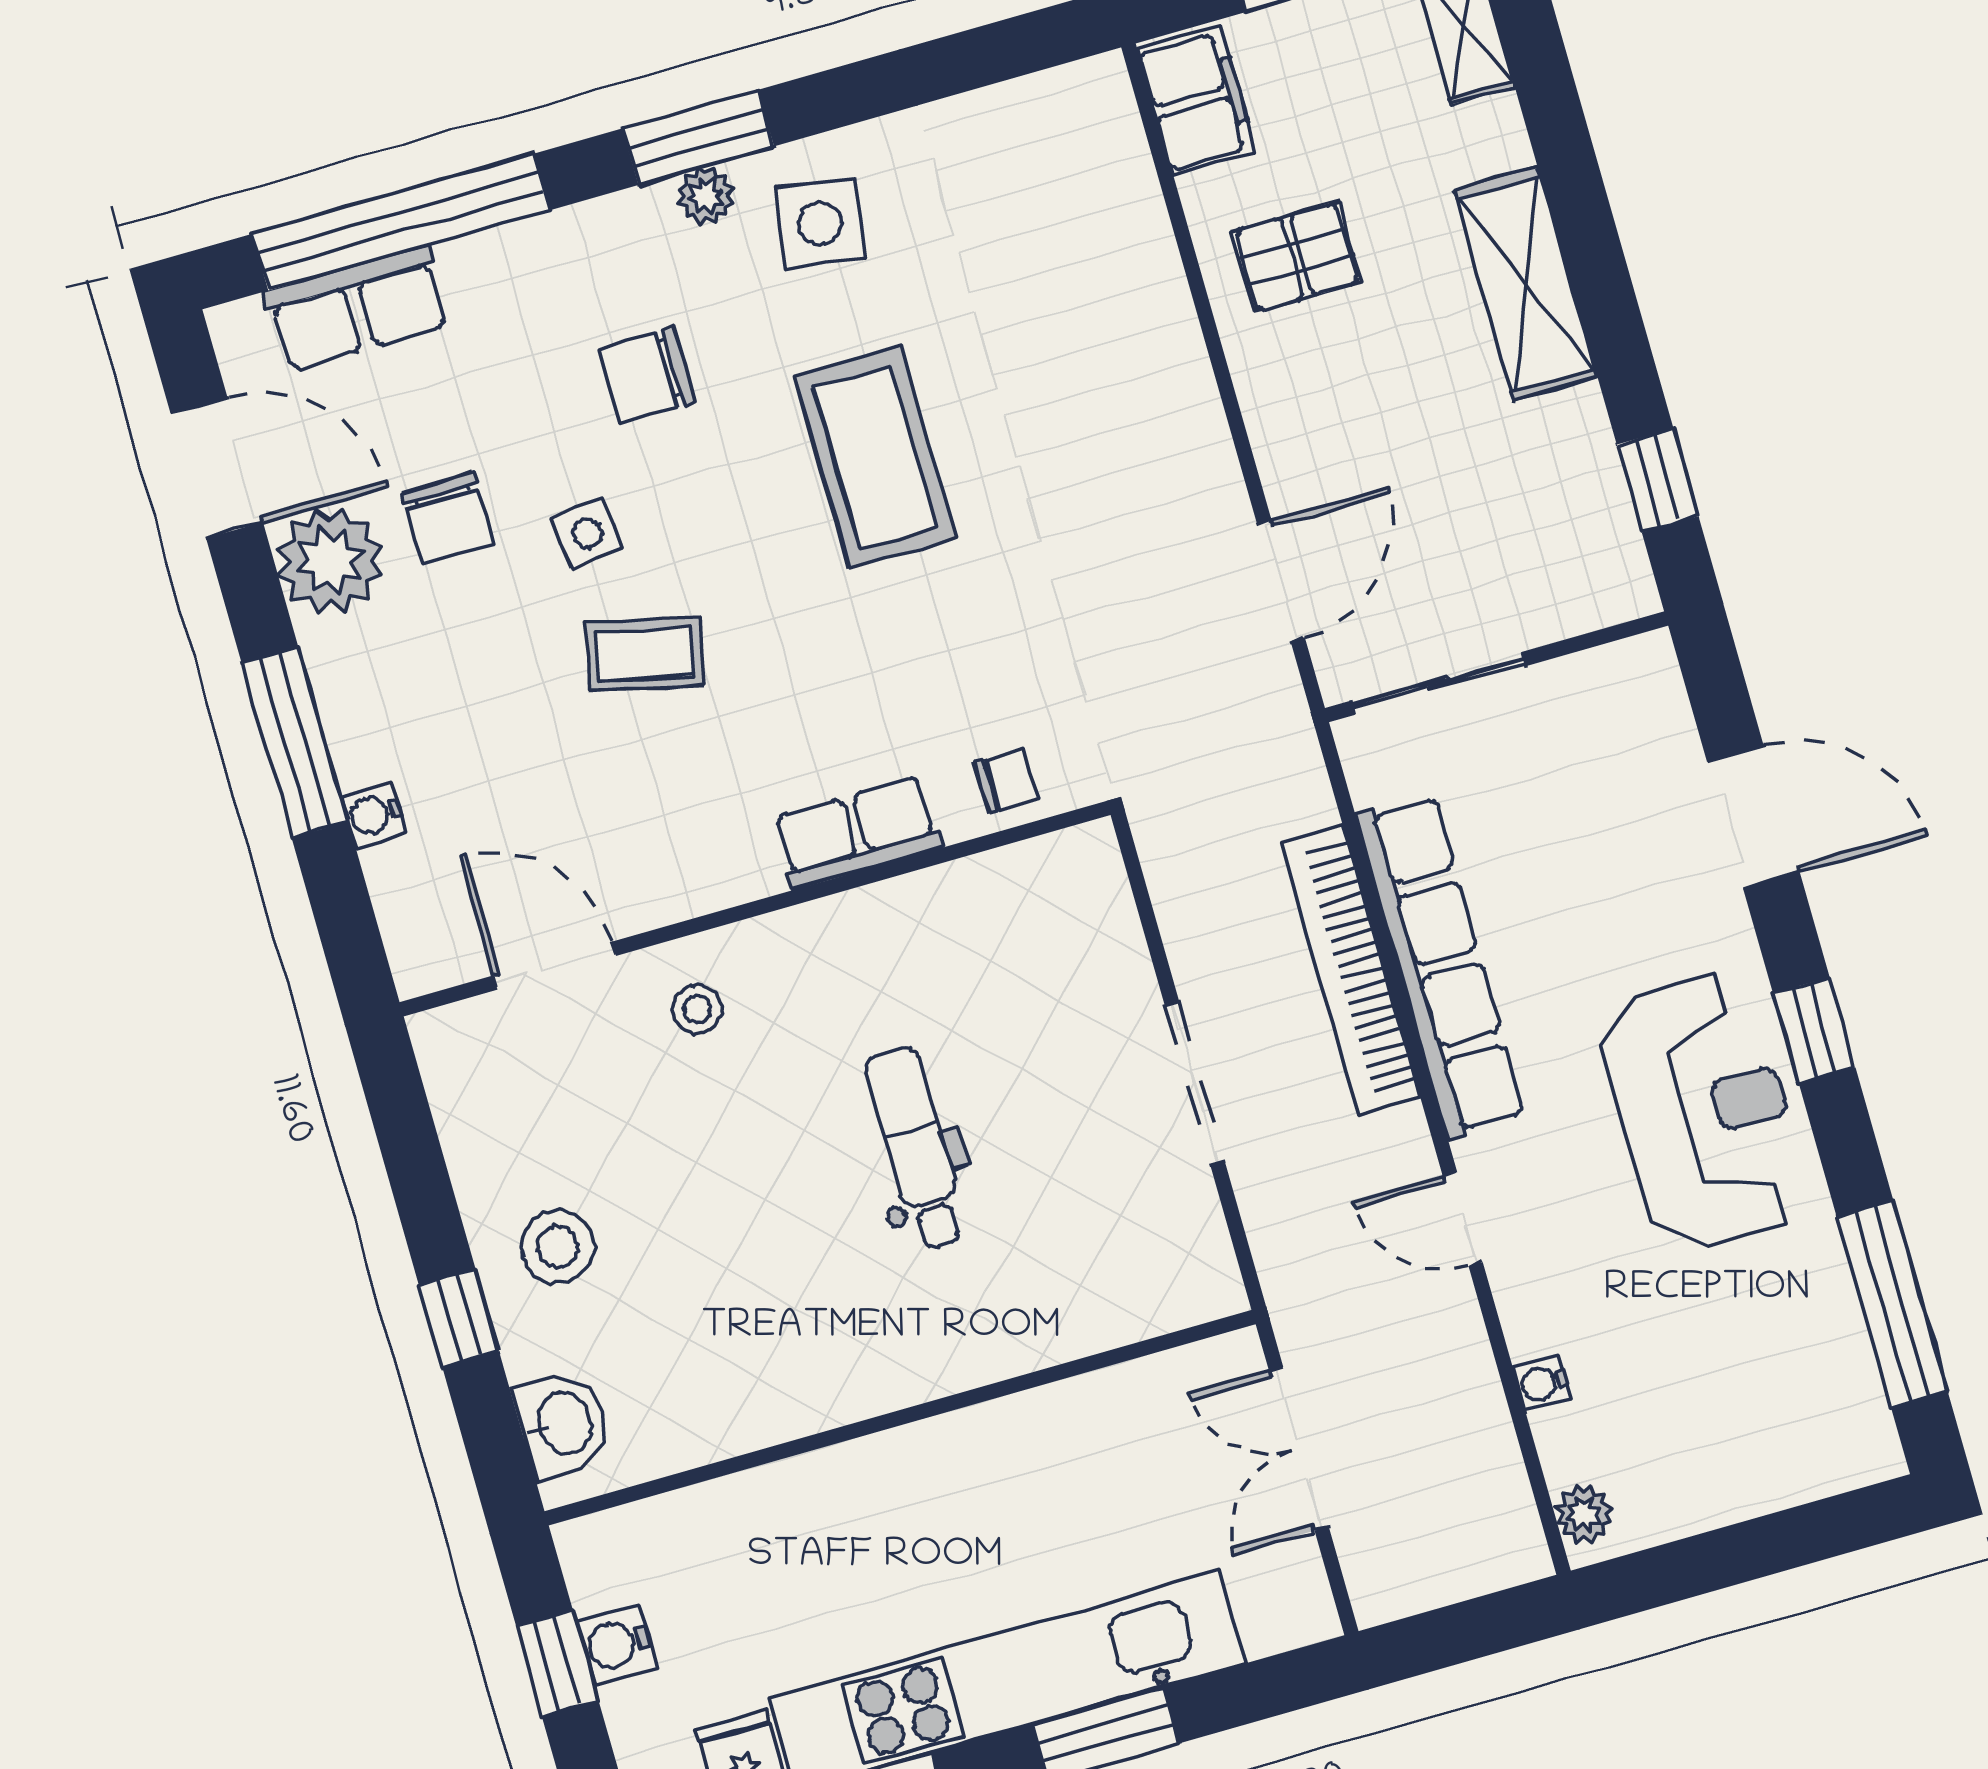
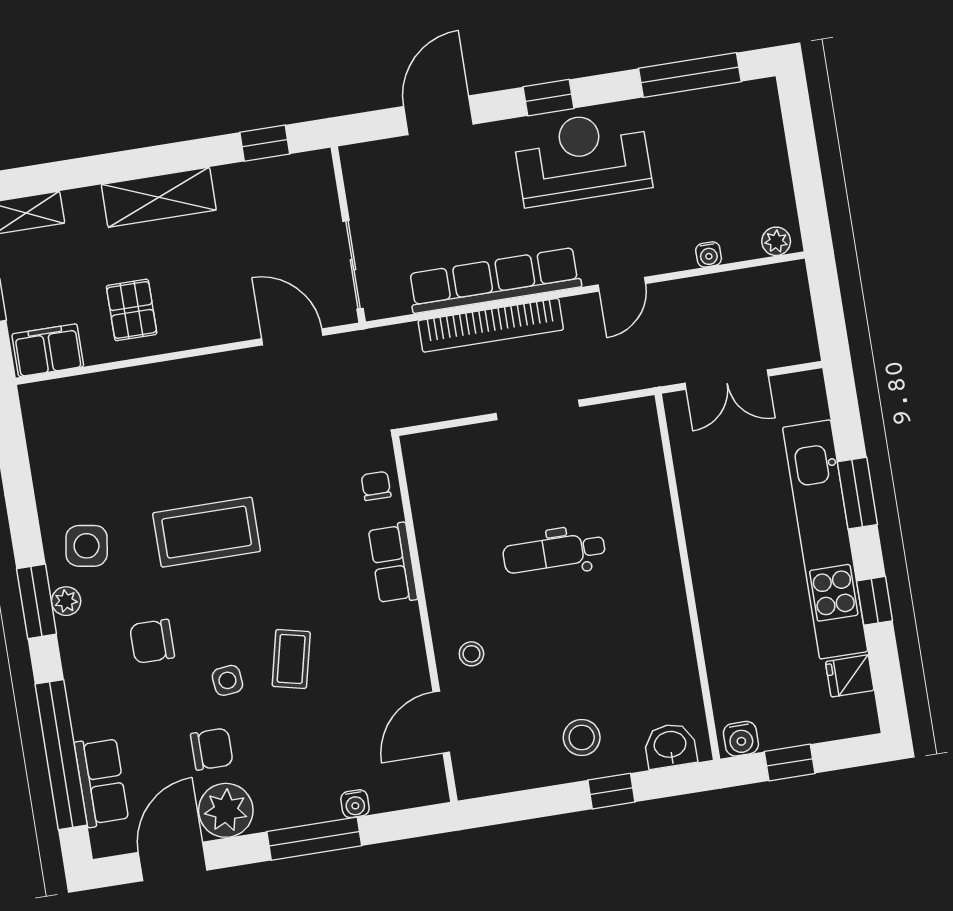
chair: (646, 375) -> (152, 641), turned 90
water cooler: (616, 1644) -> (741, 739), moved

